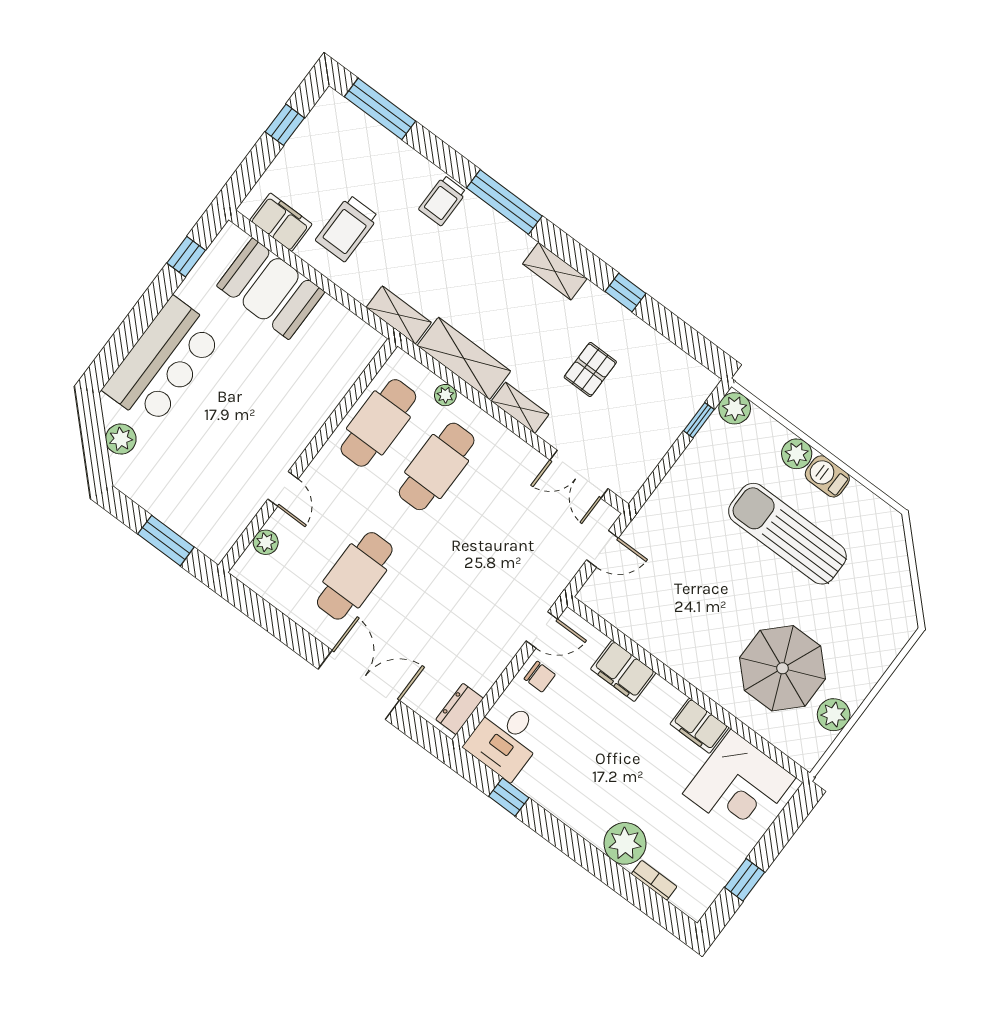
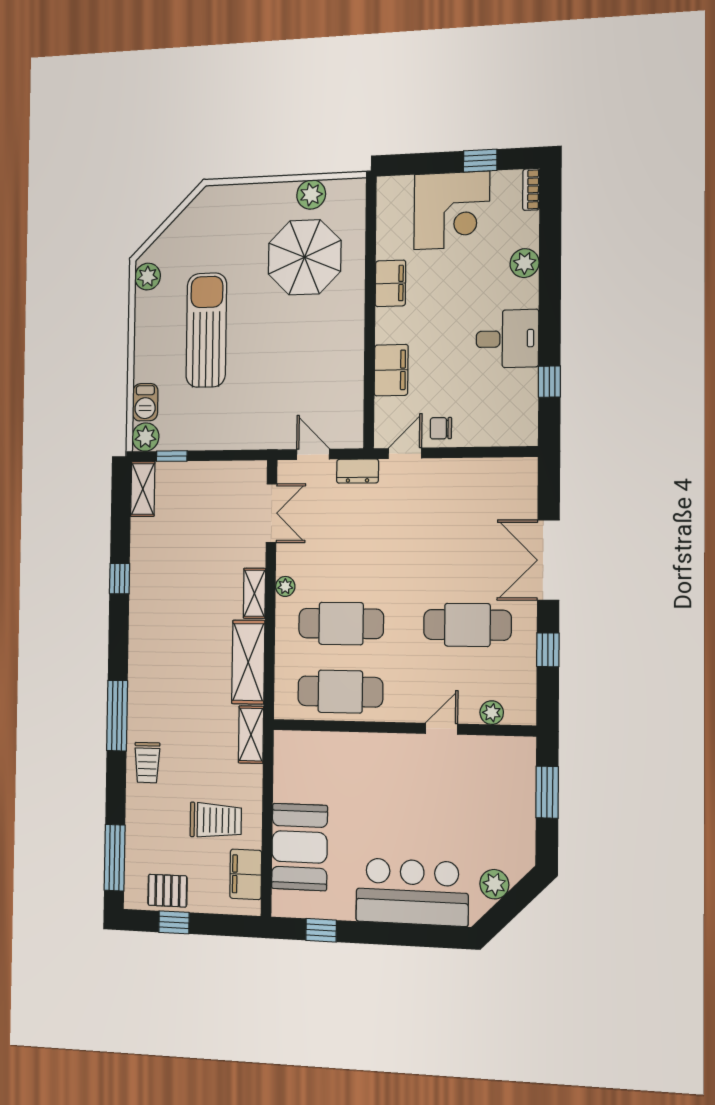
trolley: (443, 201) -> (147, 763), turned 90
shelving: (555, 271) -> (143, 489), moved
pallet: (590, 370) -> (167, 891), moved
plant: (445, 395) -> (285, 586), moved
plant: (797, 454) -> (148, 277), moved
barbecue: (827, 476) -> (145, 402), moved
sun lounger: (787, 534) -> (206, 330), turned 180
window: (284, 629) -> (548, 650), added
door: (542, 630) -> (405, 453), hinge flipped
chair: (540, 677) -> (441, 428), turned -90
dresser: (460, 709) -> (358, 471), moved
desk: (506, 739) -> (507, 339), moved
corner desk: (739, 786) -> (452, 210), moved, turned 90
plant: (625, 843) -> (525, 263), width x0.73, depth x0.73
bookcase: (654, 880) -> (531, 189), moved

